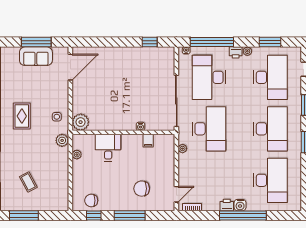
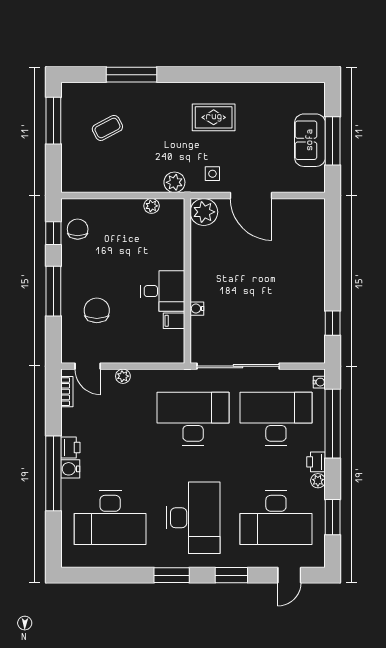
door: (70, 67) -> (251, 196), moved
desk: (209, 129) -> (193, 419), turned 180
desk: (270, 129) -> (193, 518), turned -90
desk: (108, 148) -> (163, 291), moved
plant: (183, 149) -> (123, 376), moved

